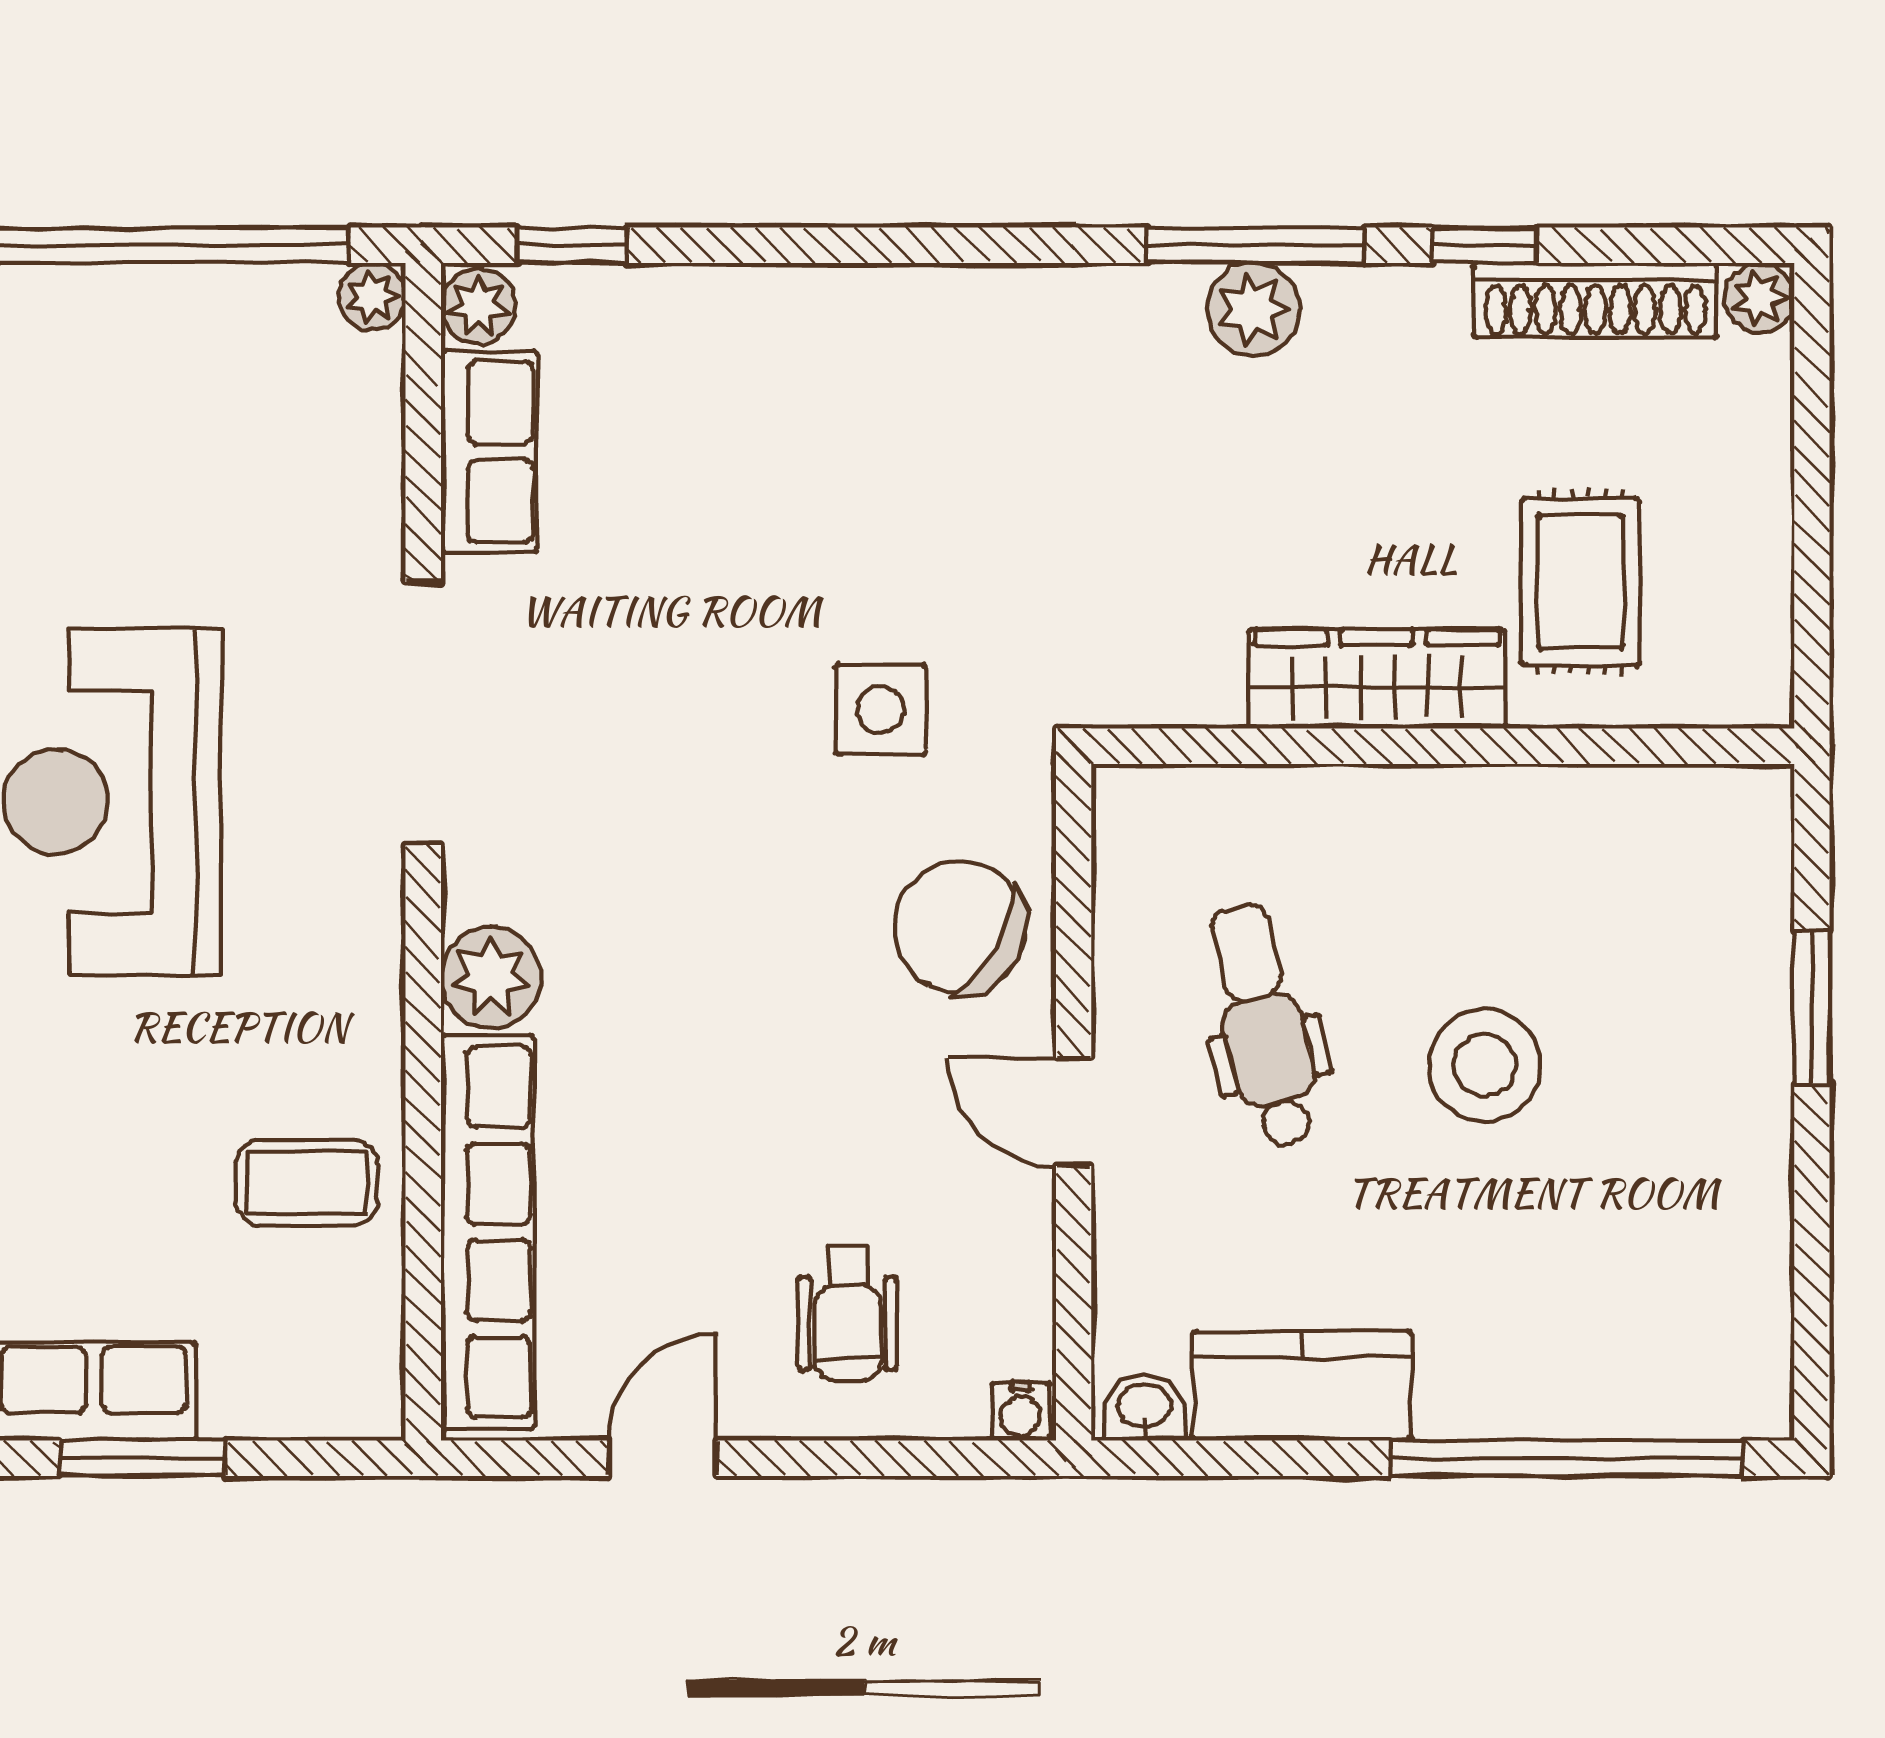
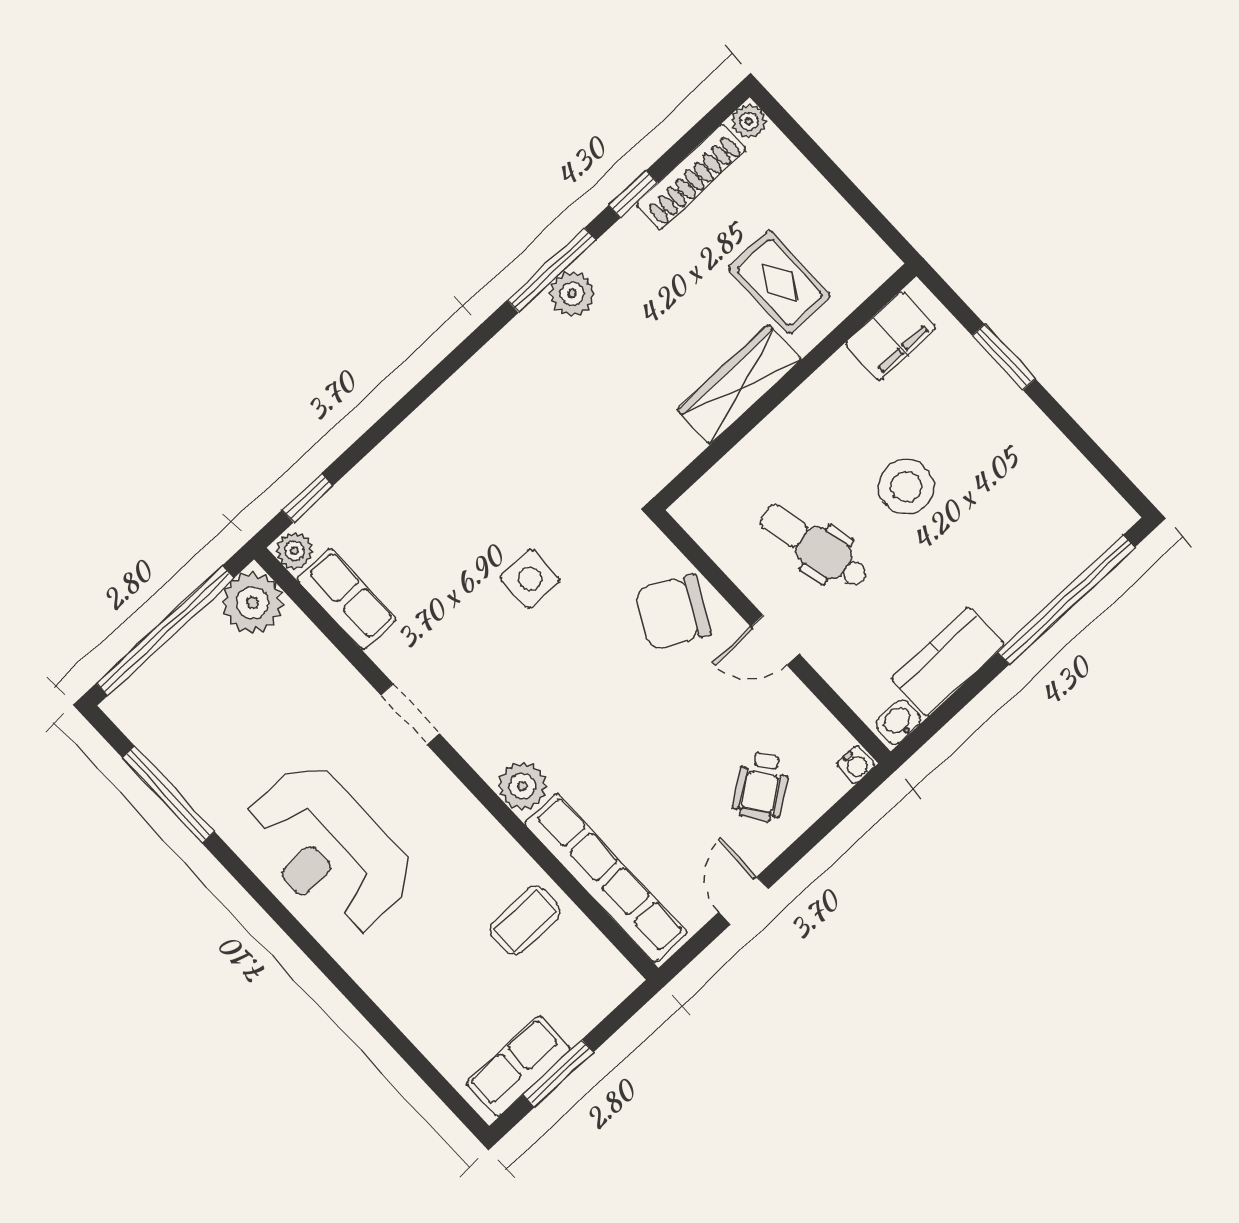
plant: (372, 296) -> (252, 603), width x1.88, depth x1.88
side table: (881, 710) -> (530, 579), moved
doorway: (423, 713) -> (410, 714), width x0.53
filing cabinet: (1672, 817) -> (890, 336), added
wheelchair: (848, 1312) -> (761, 787), turned 55

